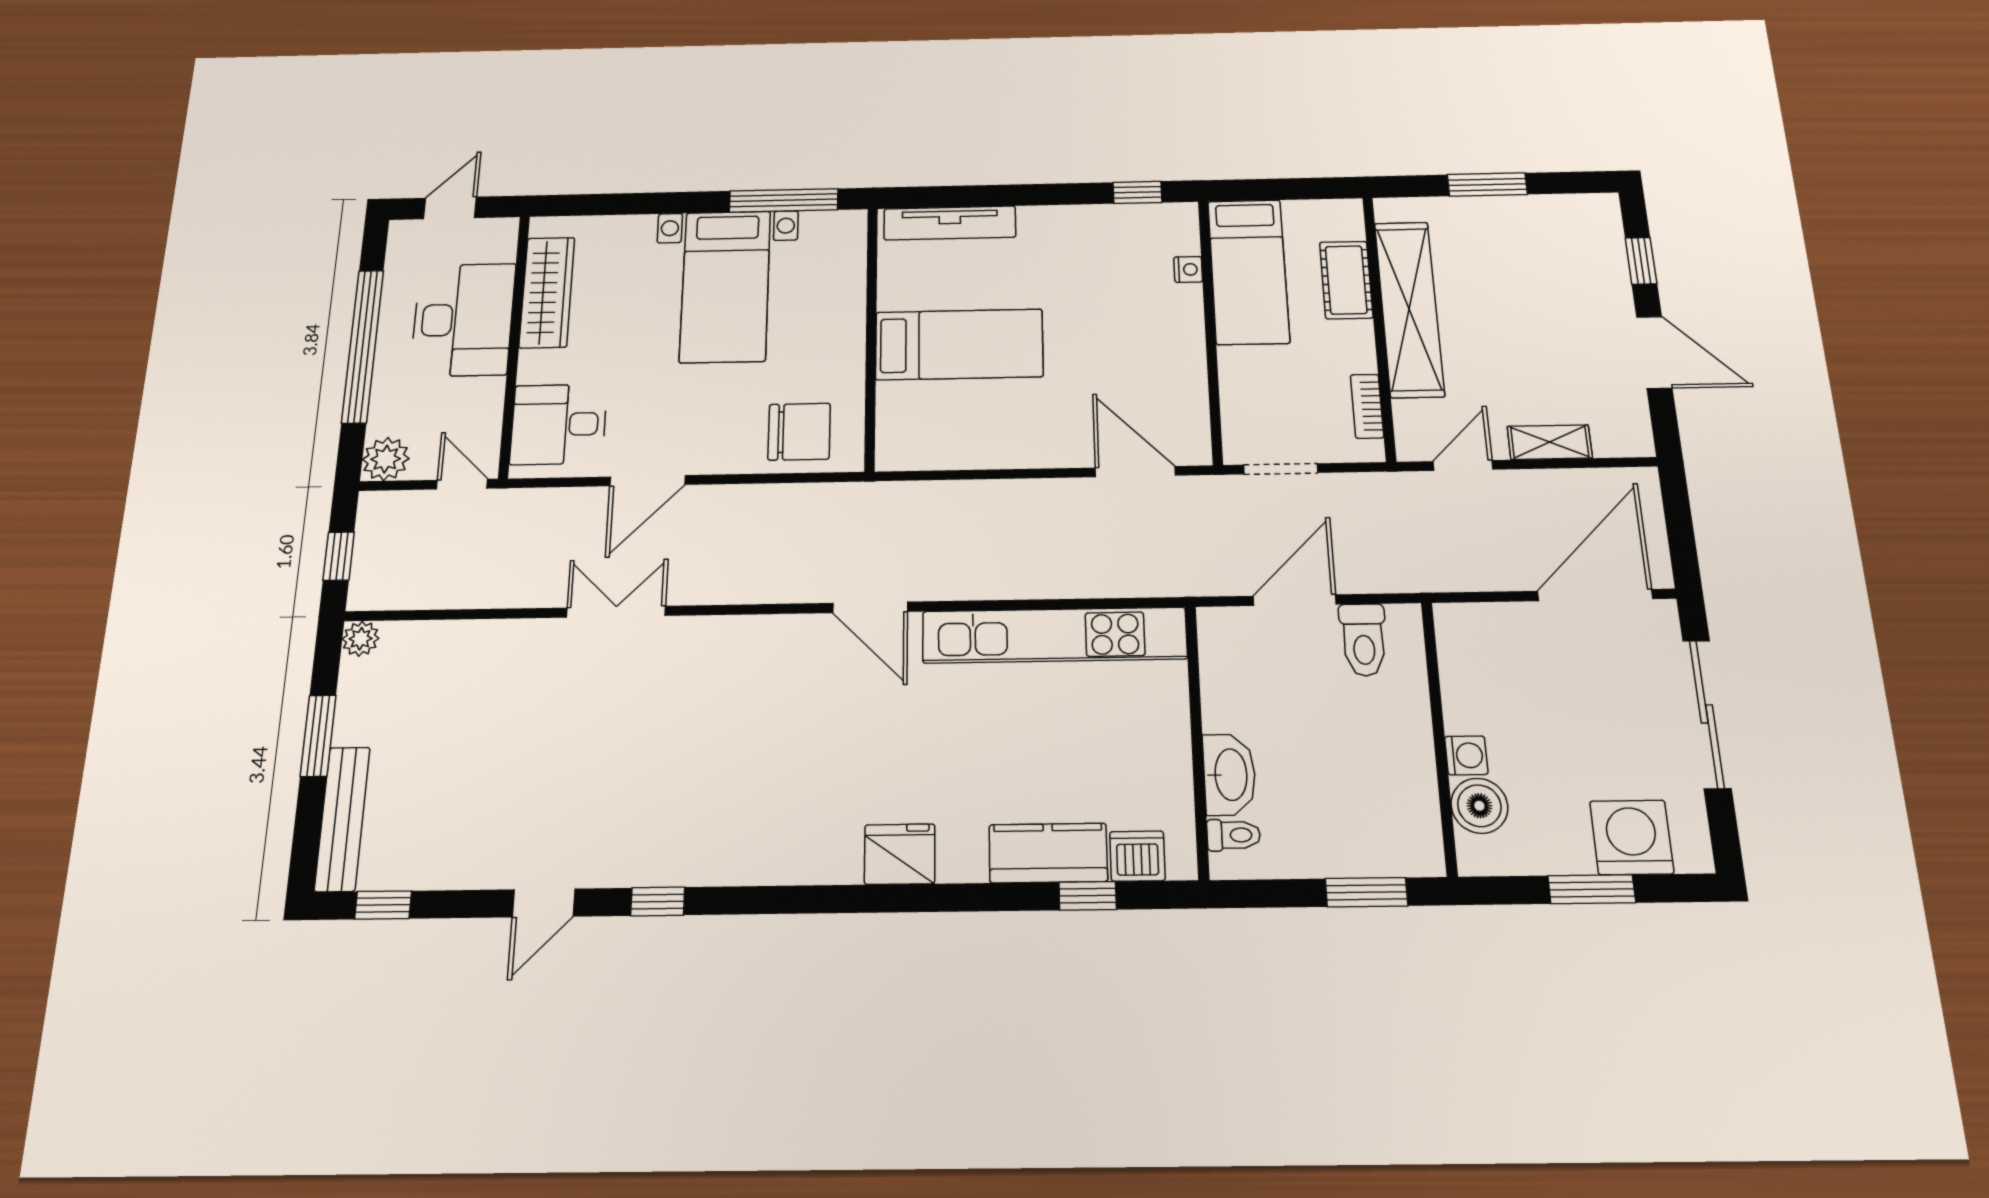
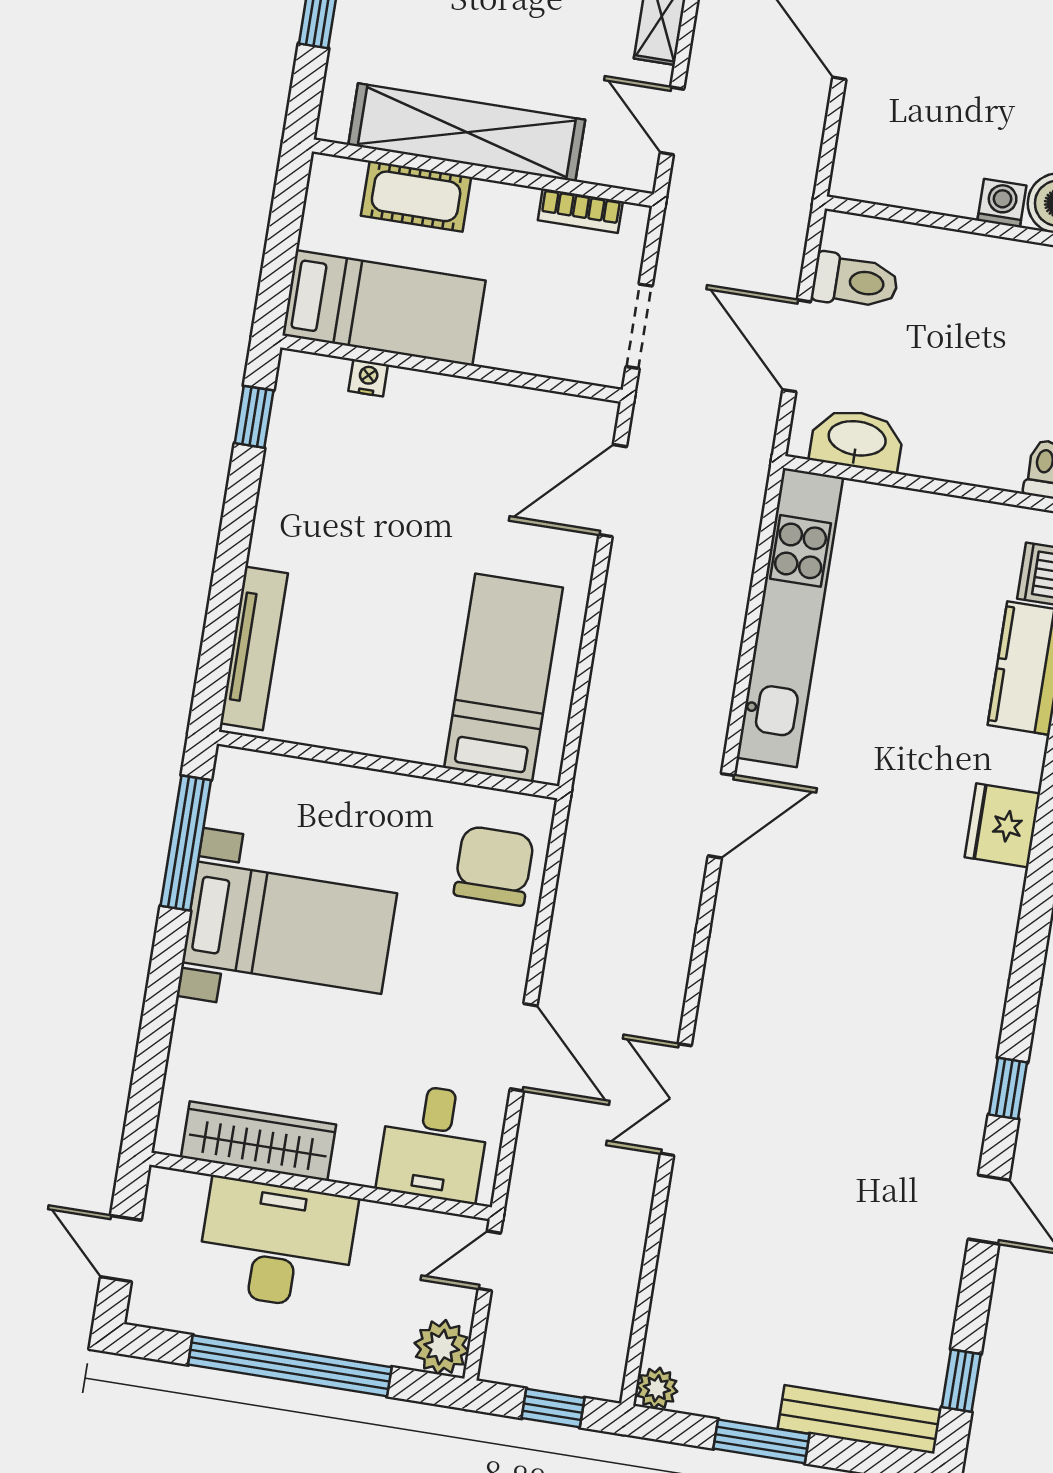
bed: (959, 344) -> (504, 678), moved
washbasin: (1229, 775) -> (857, 440), moved

